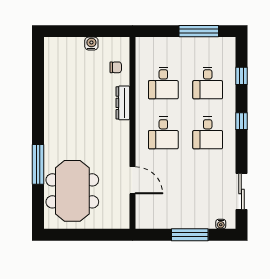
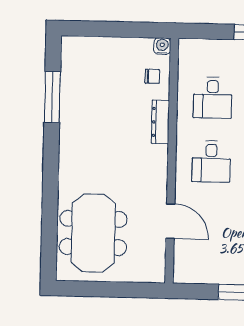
water cooler: (91, 44) -> (162, 46), moved
window: (38, 164) -> (52, 97), moved

